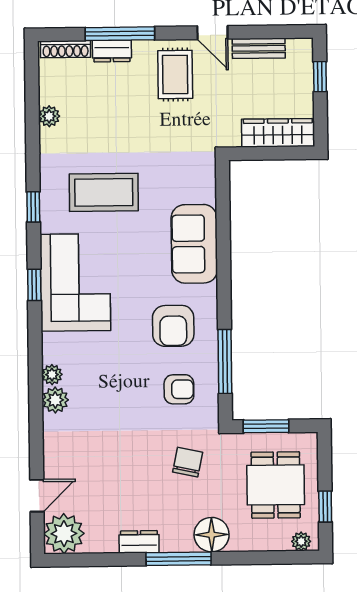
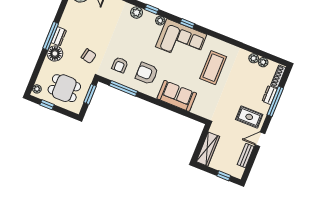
plant: (49, 93) -> (263, 62), added
window: (33, 207) -> (152, 9), moved
plant: (52, 375) -> (160, 21), moved
dresser: (139, 542) -> (59, 36), moved

